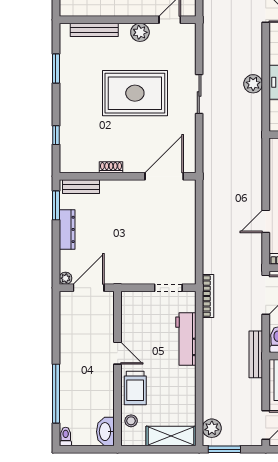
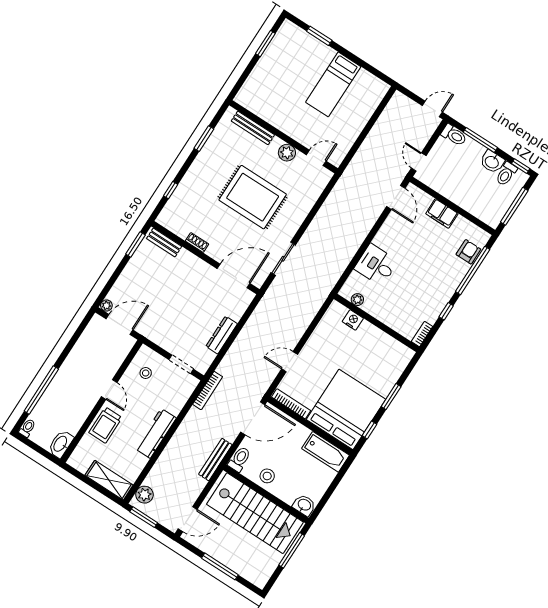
plant: (253, 84) -> (349, 249), removed
sliding door: (199, 94) -> (283, 259), moved
dresser: (67, 229) -> (222, 335), moved, turned 180
workbench: (186, 339) -> (156, 433), moved
stool: (131, 421) -> (146, 373), moved

